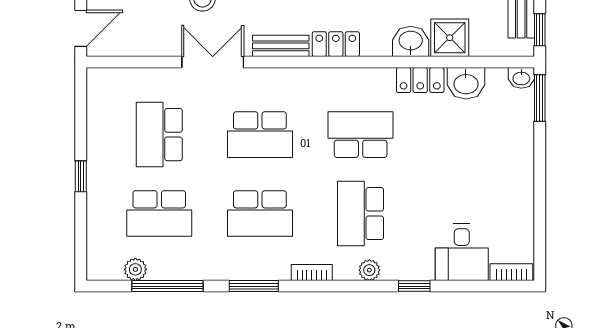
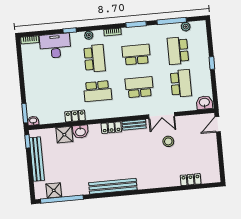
washbasin: (466, 83) -> (204, 103), moved
school desk: (159, 214) -> (178, 51), turned -90
desk: (462, 252) -> (55, 46), width x1.37

